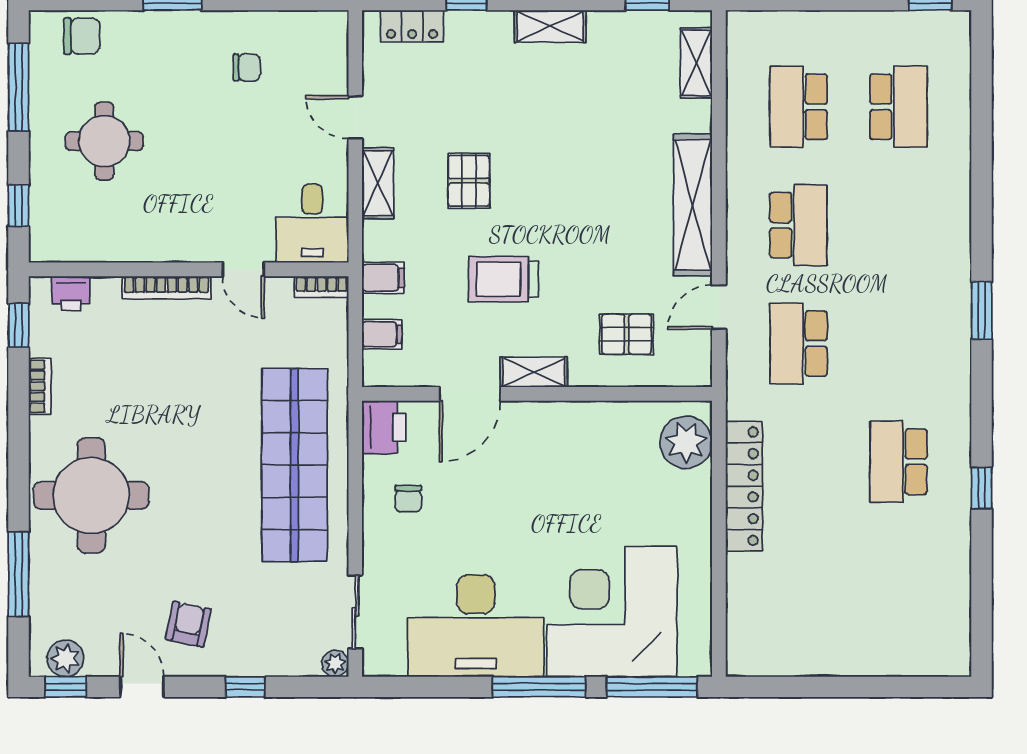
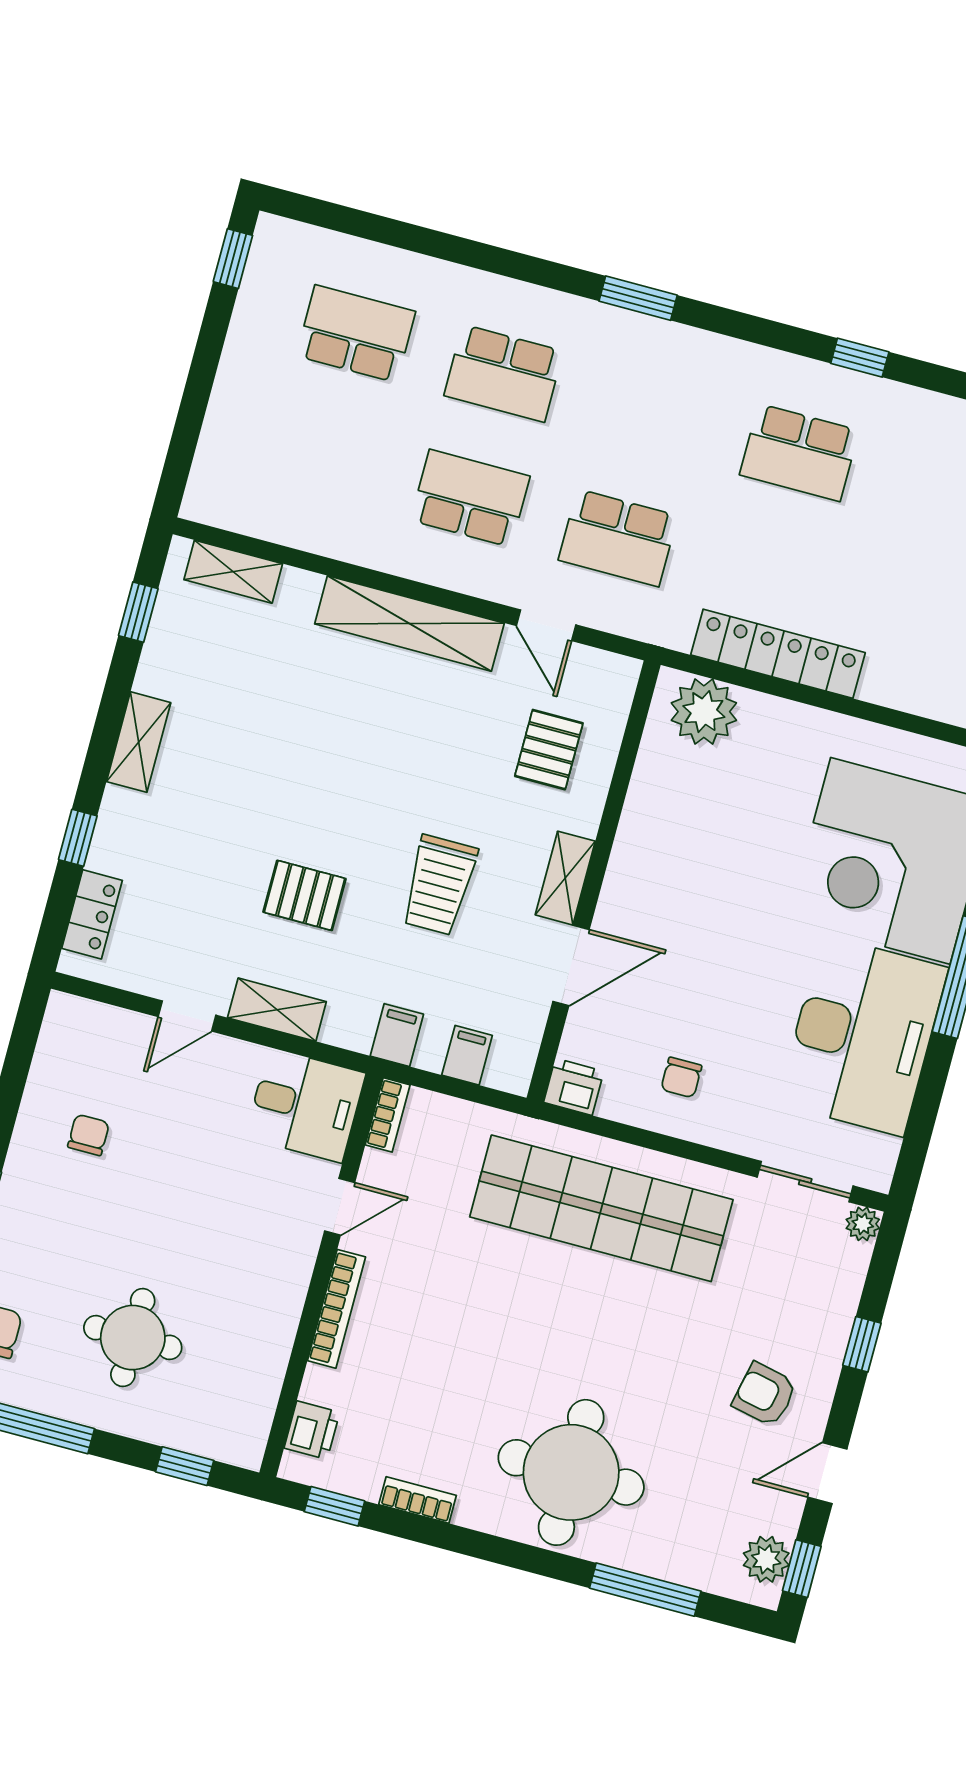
school desk: (799, 107) -> (504, 373), moved
door: (470, 394) -> (571, 965), hinge flipped
printer: (384, 427) -> (574, 1087), width x0.73, depth x0.81
chair: (408, 499) -> (681, 1077), turned 90

